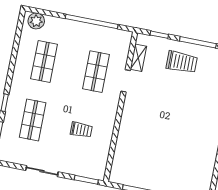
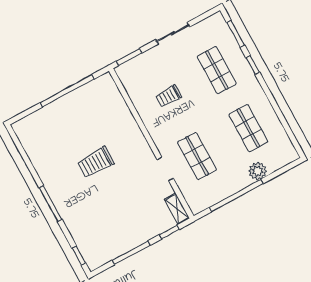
plant: (36, 21) -> (258, 171), moved
shelving: (138, 58) -> (177, 209), moved
trolley: (182, 62) -> (96, 162), moved

